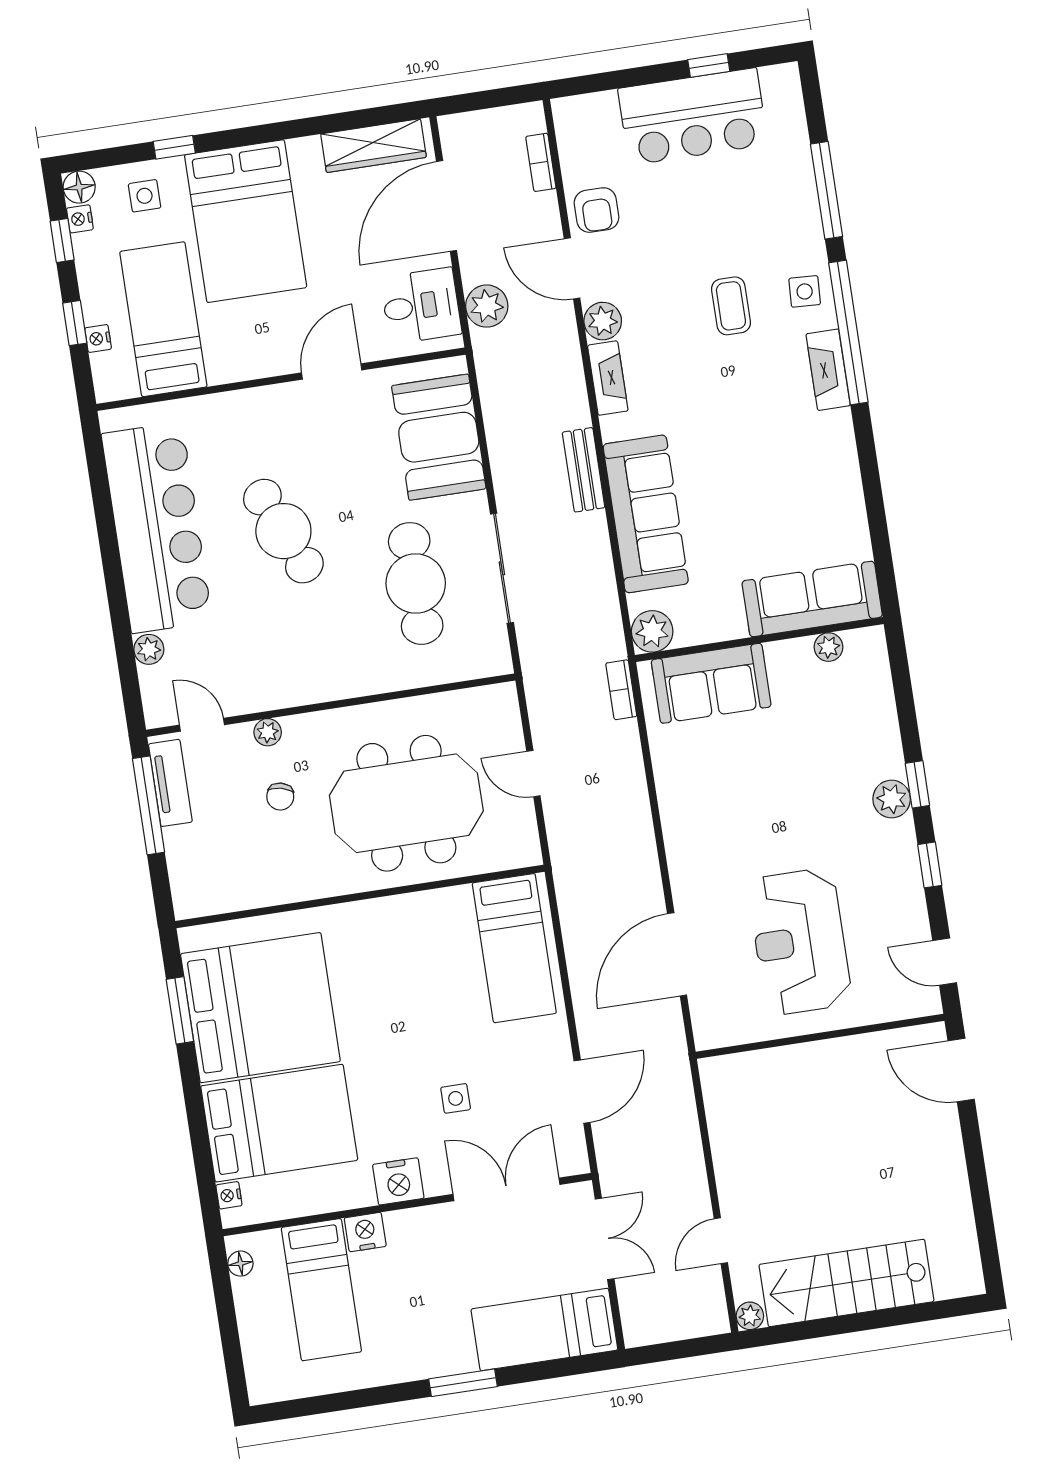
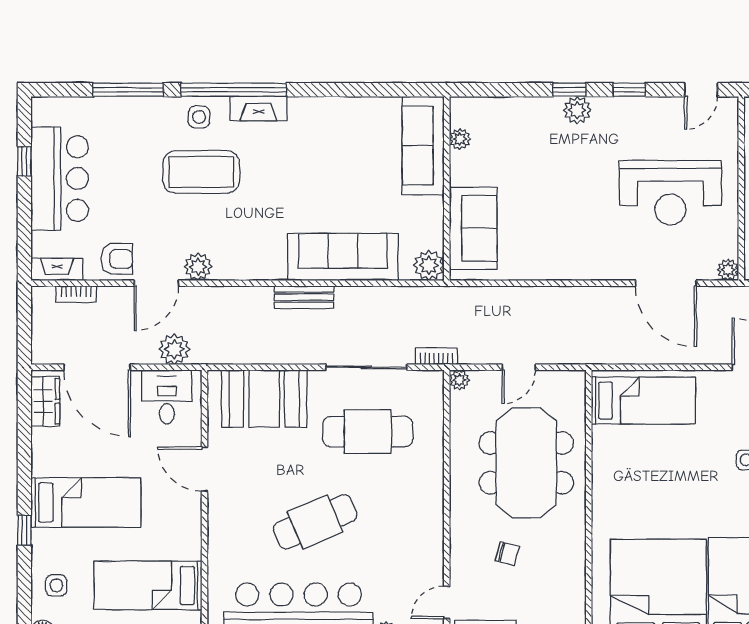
wardrobe: (373, 146) -> (45, 401), width x0.67
window: (174, 147) -> (24, 530), moved
bed: (246, 221) -> (86, 502), width x0.67
coffee table: (731, 306) -> (201, 172), width x1.86, depth x1.72
fireplace: (608, 378) -> (57, 269), moved
bookcase: (621, 690) -> (436, 356), moved, turned 180
plant: (268, 732) -> (459, 380), moved
plant: (708, 1035) -> (728, 270), added

